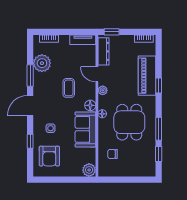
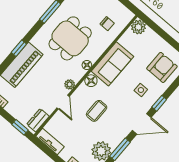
dresser: (103, 51) -> (38, 120), width x0.70
window: (30, 141) -> (159, 103), moved

